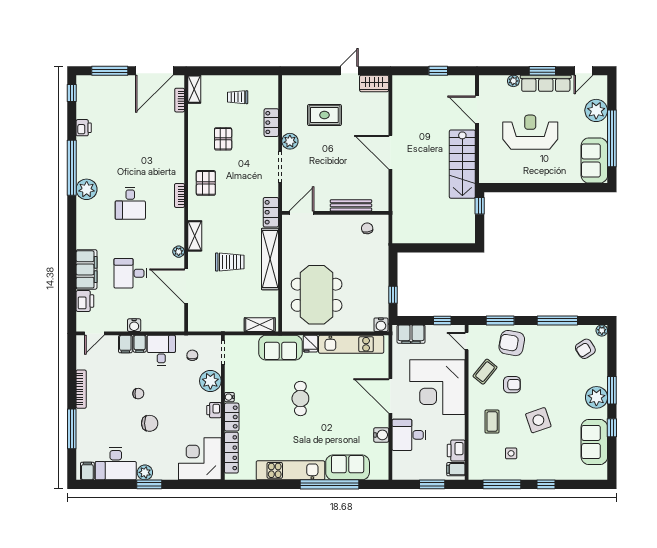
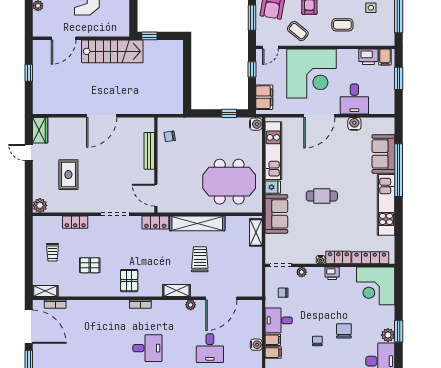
plant: (290, 141) -> (40, 205), moved
pallet: (206, 183) -> (129, 281), turned 90
plant: (210, 381) -> (302, 272), width x0.53, depth x0.53

